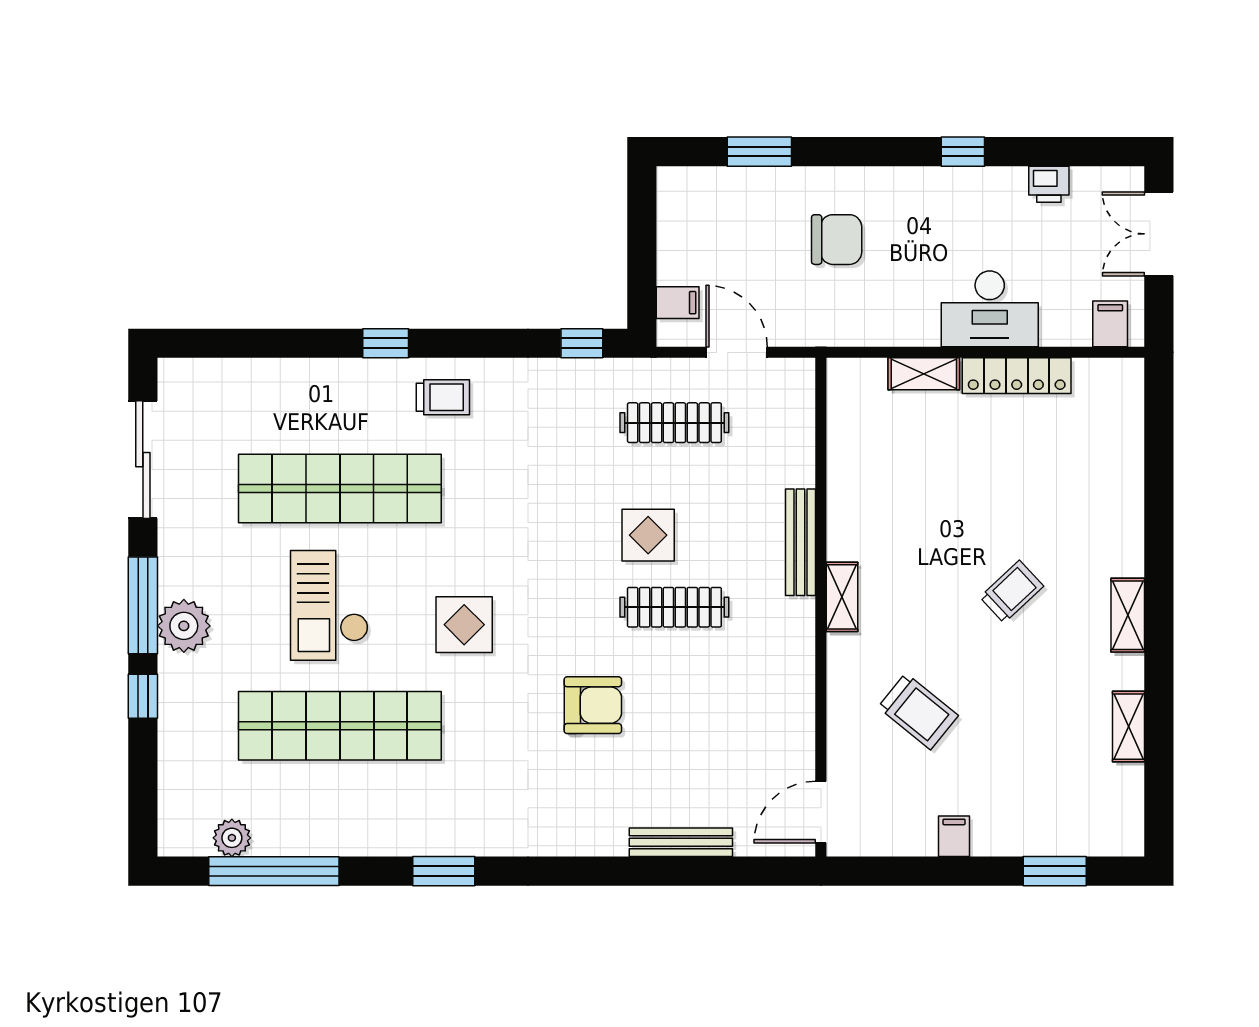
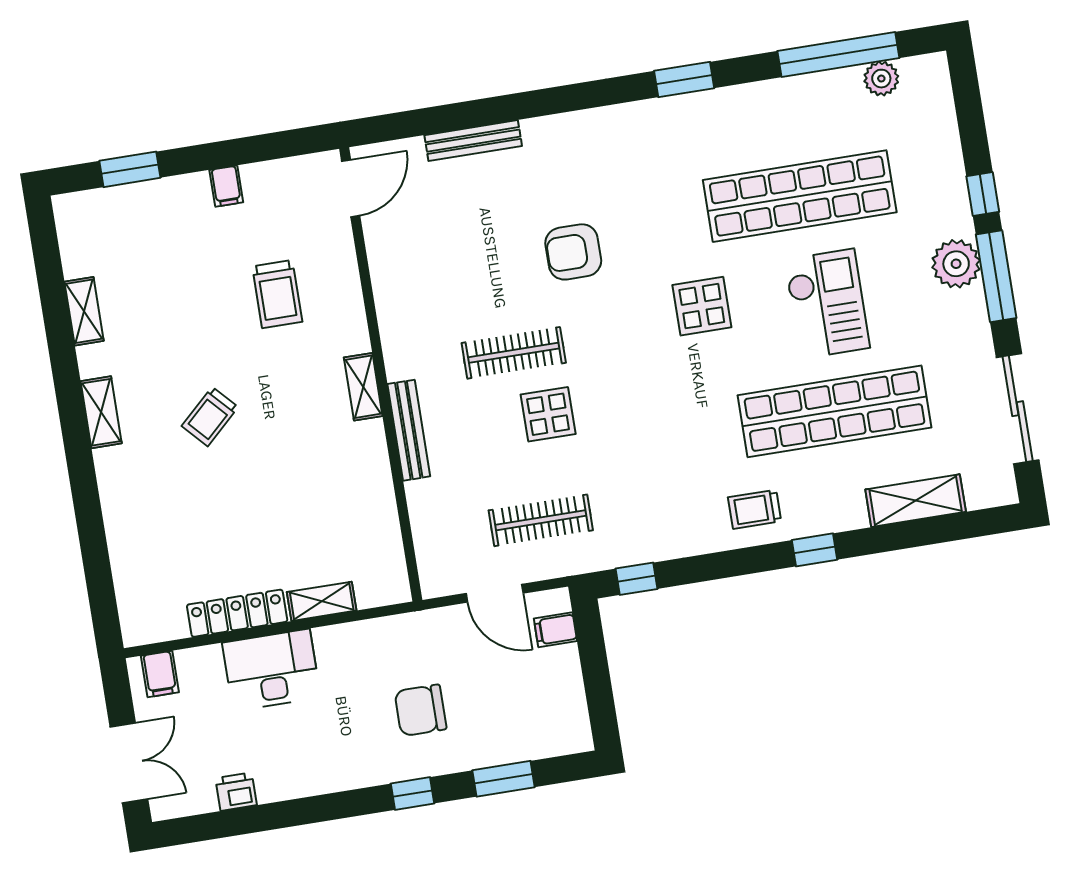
window: (963, 152) -> (412, 793), moved
shelving: (269, 379) -> (916, 501), added
trolley: (918, 711) -> (277, 294), turned -129

